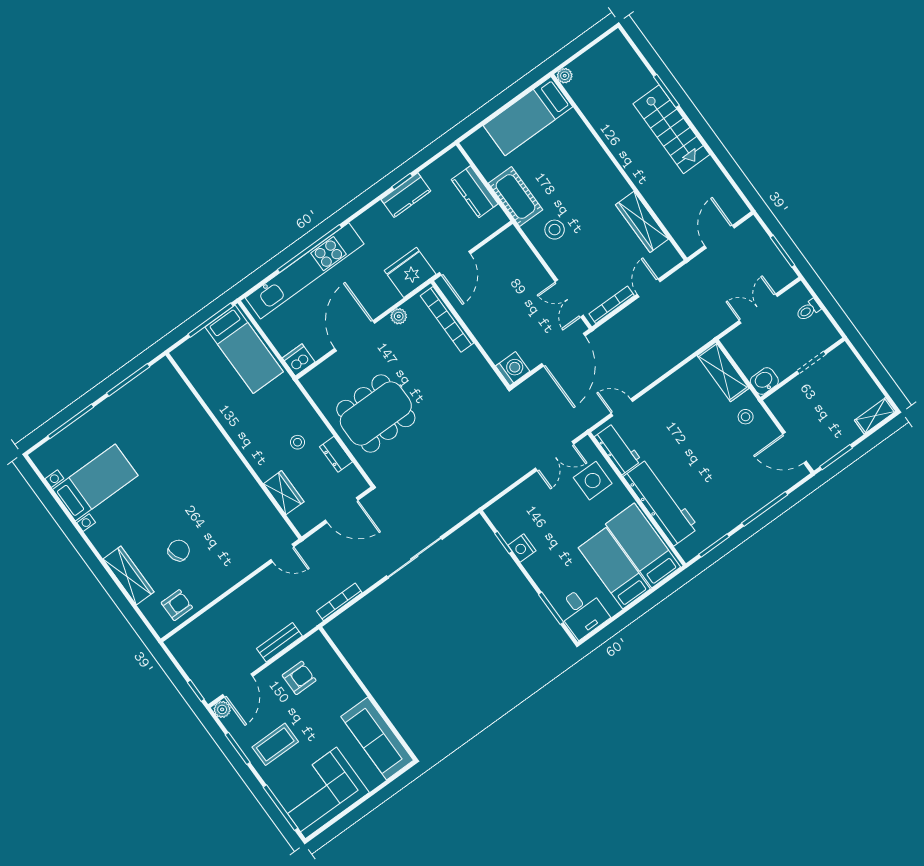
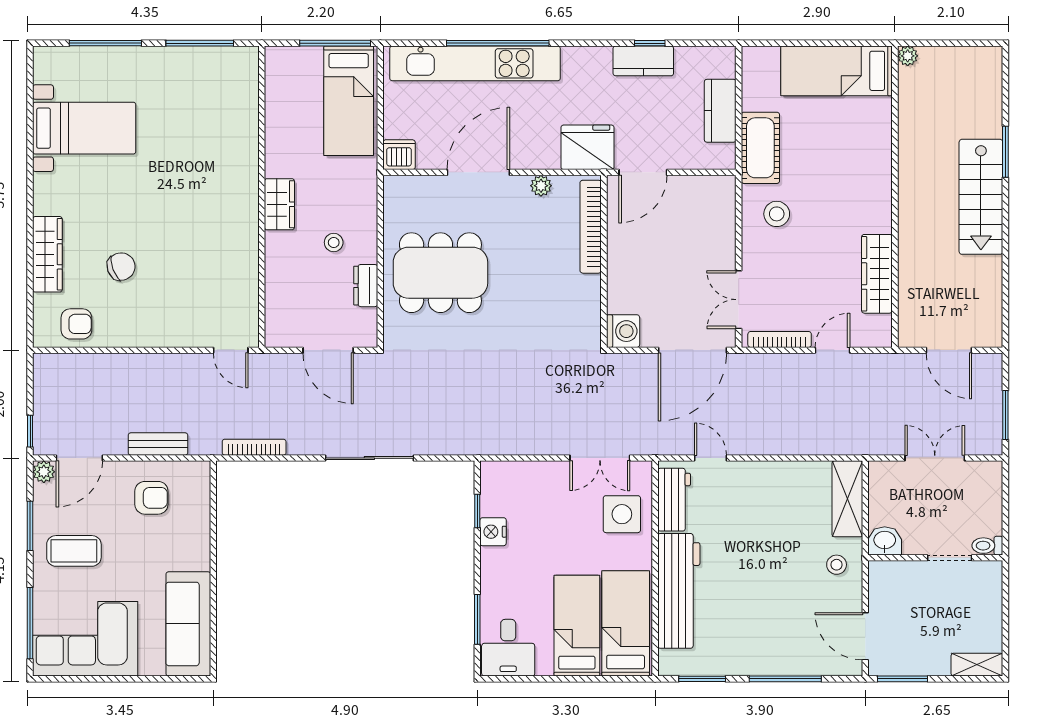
door: (719, 237) -> (949, 350), swing flipped
toilet: (808, 310) -> (987, 546), moved
wardrobe: (284, 493) -> (279, 204), moved

